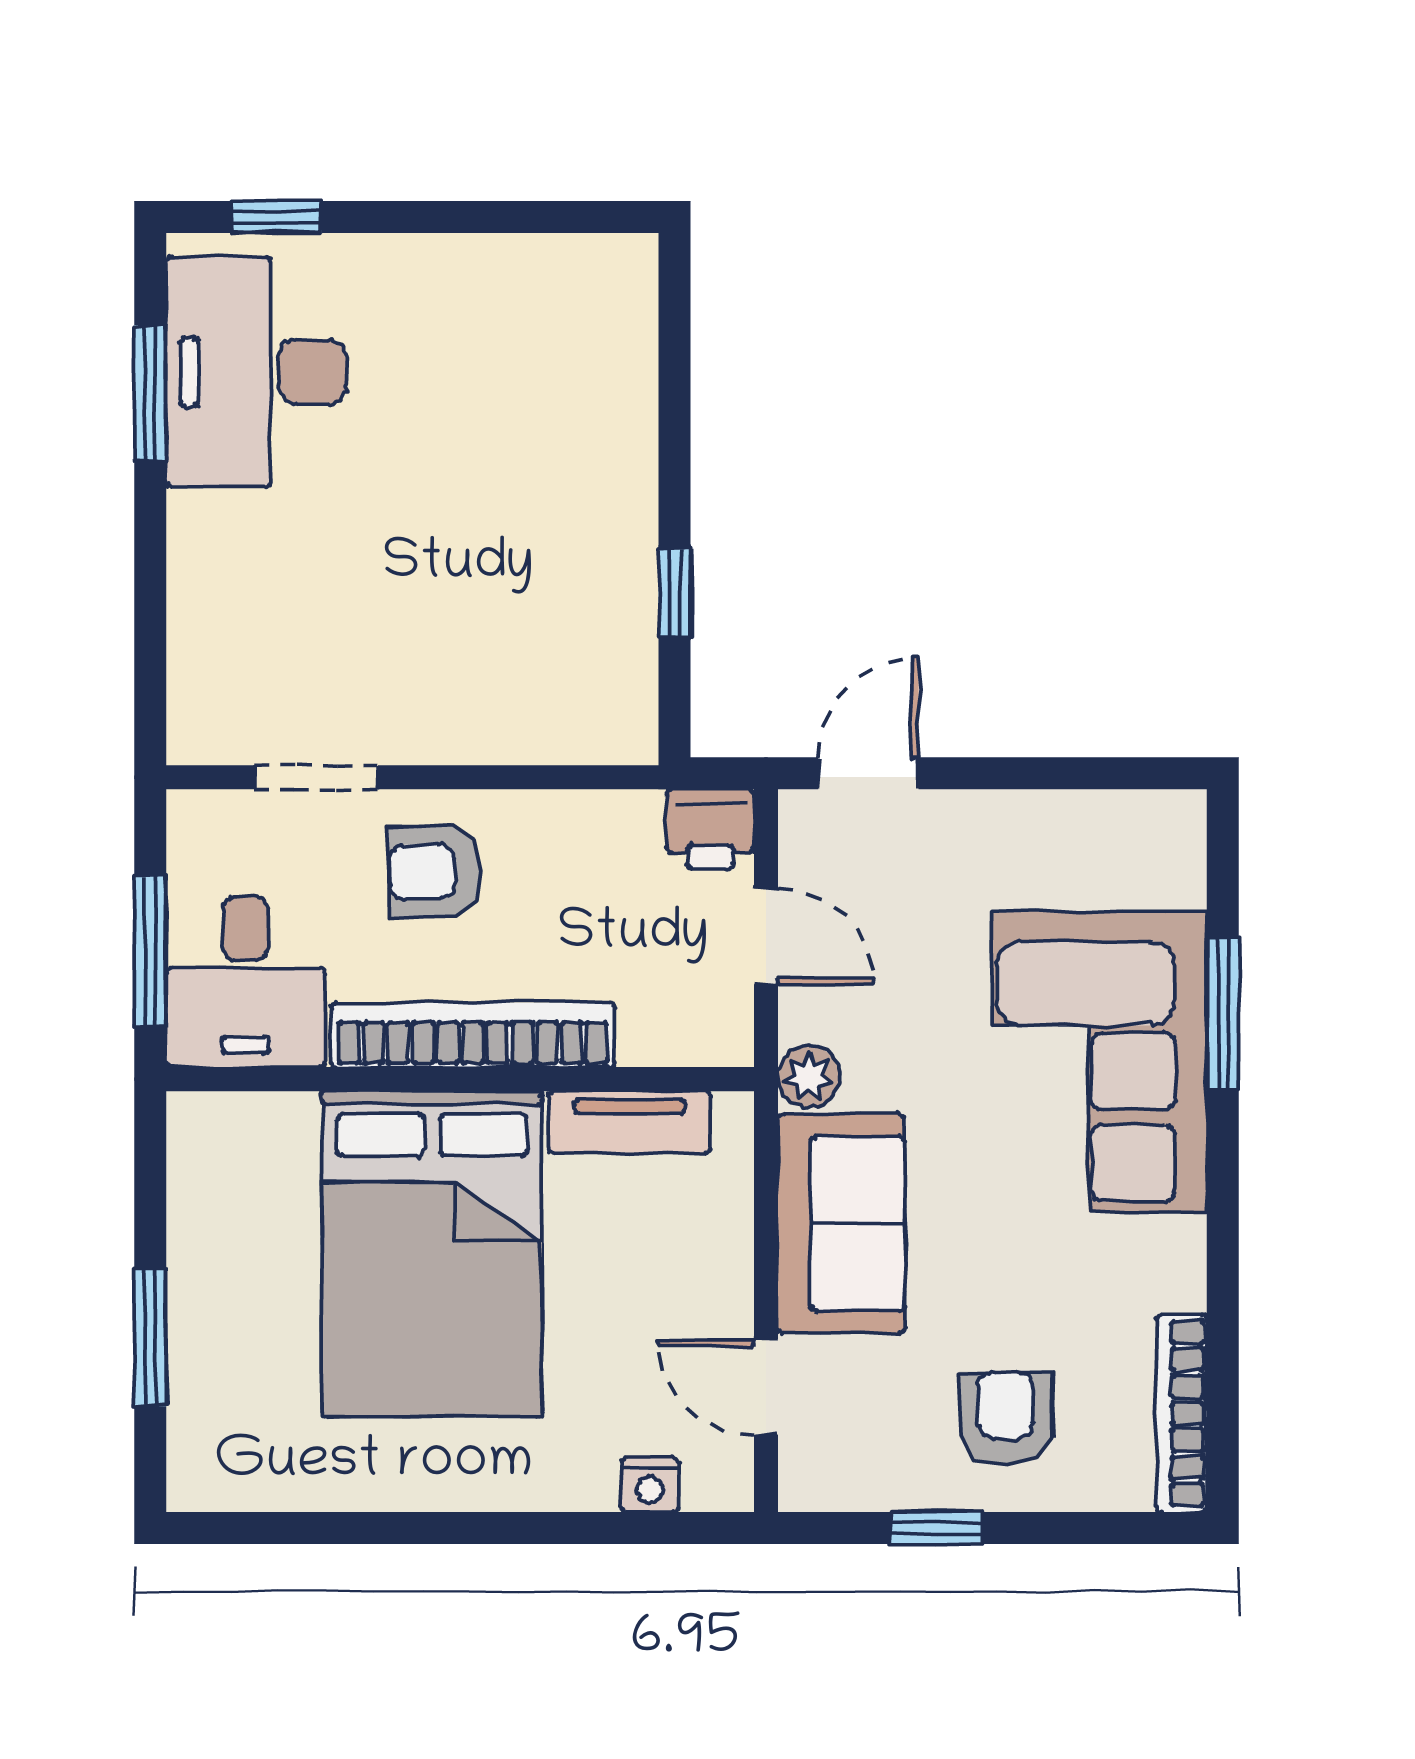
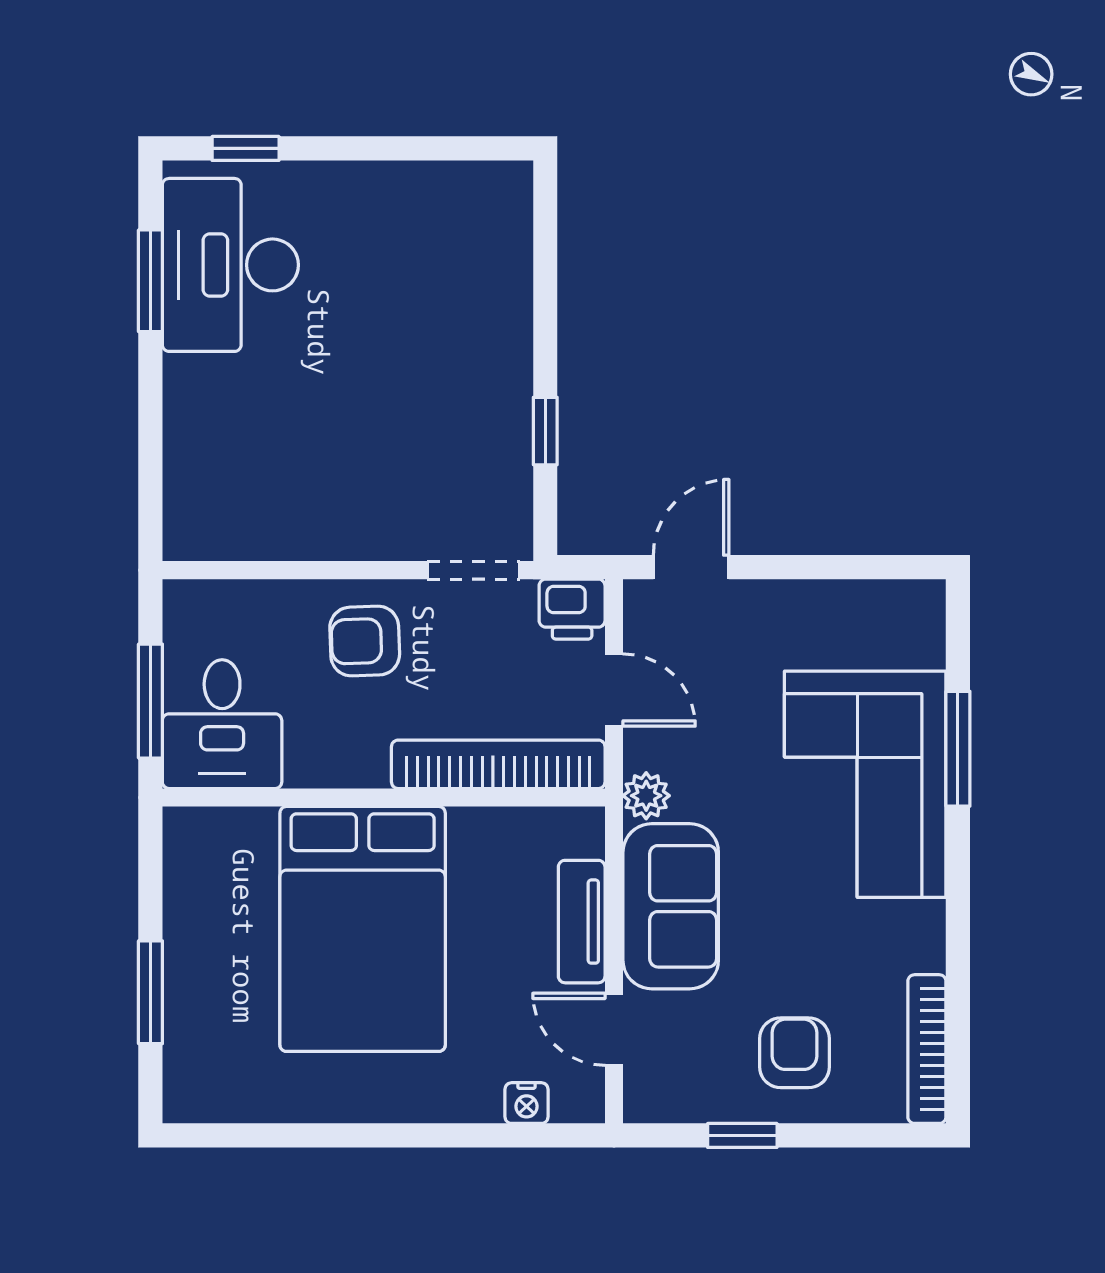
doorway: (316, 777) -> (473, 570), moved
bookcase: (473, 1035) -> (498, 764), moved
tv unit: (630, 1122) -> (582, 922), moved, turned 90

